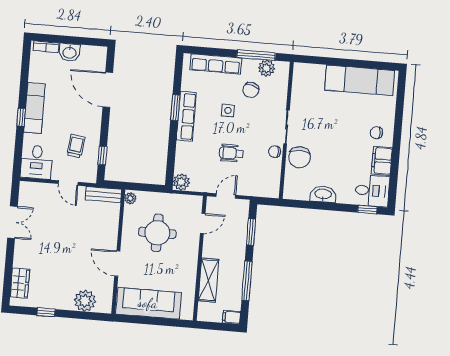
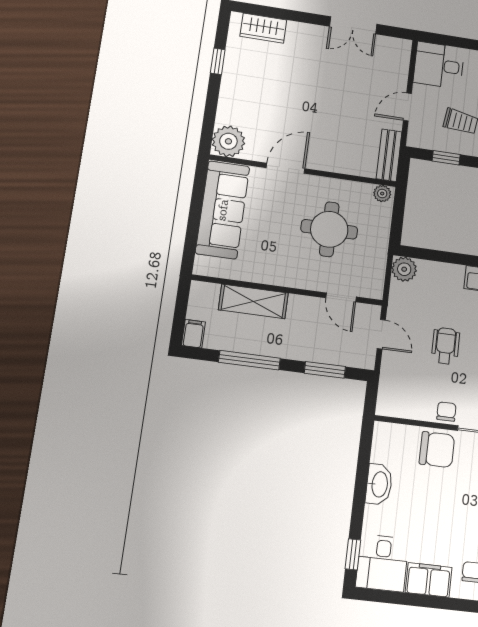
chair: (299, 157) -> (437, 450), turned 180
plant: (85, 301) -> (228, 141), moved

